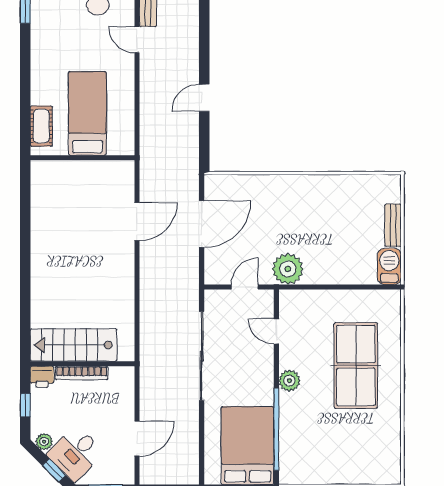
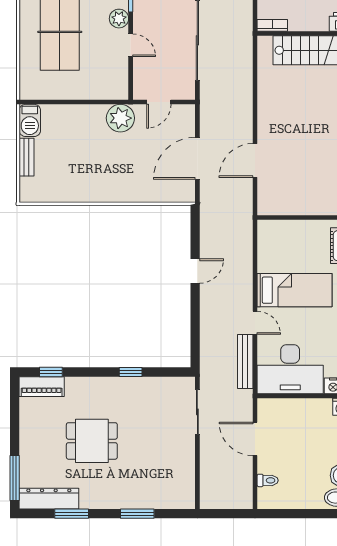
bed: (87, 113) -> (295, 290), moved, turned -90
door: (276, 331) -> (131, 45), moved
bookcase: (82, 373) -> (272, 25), moved, width x0.64

